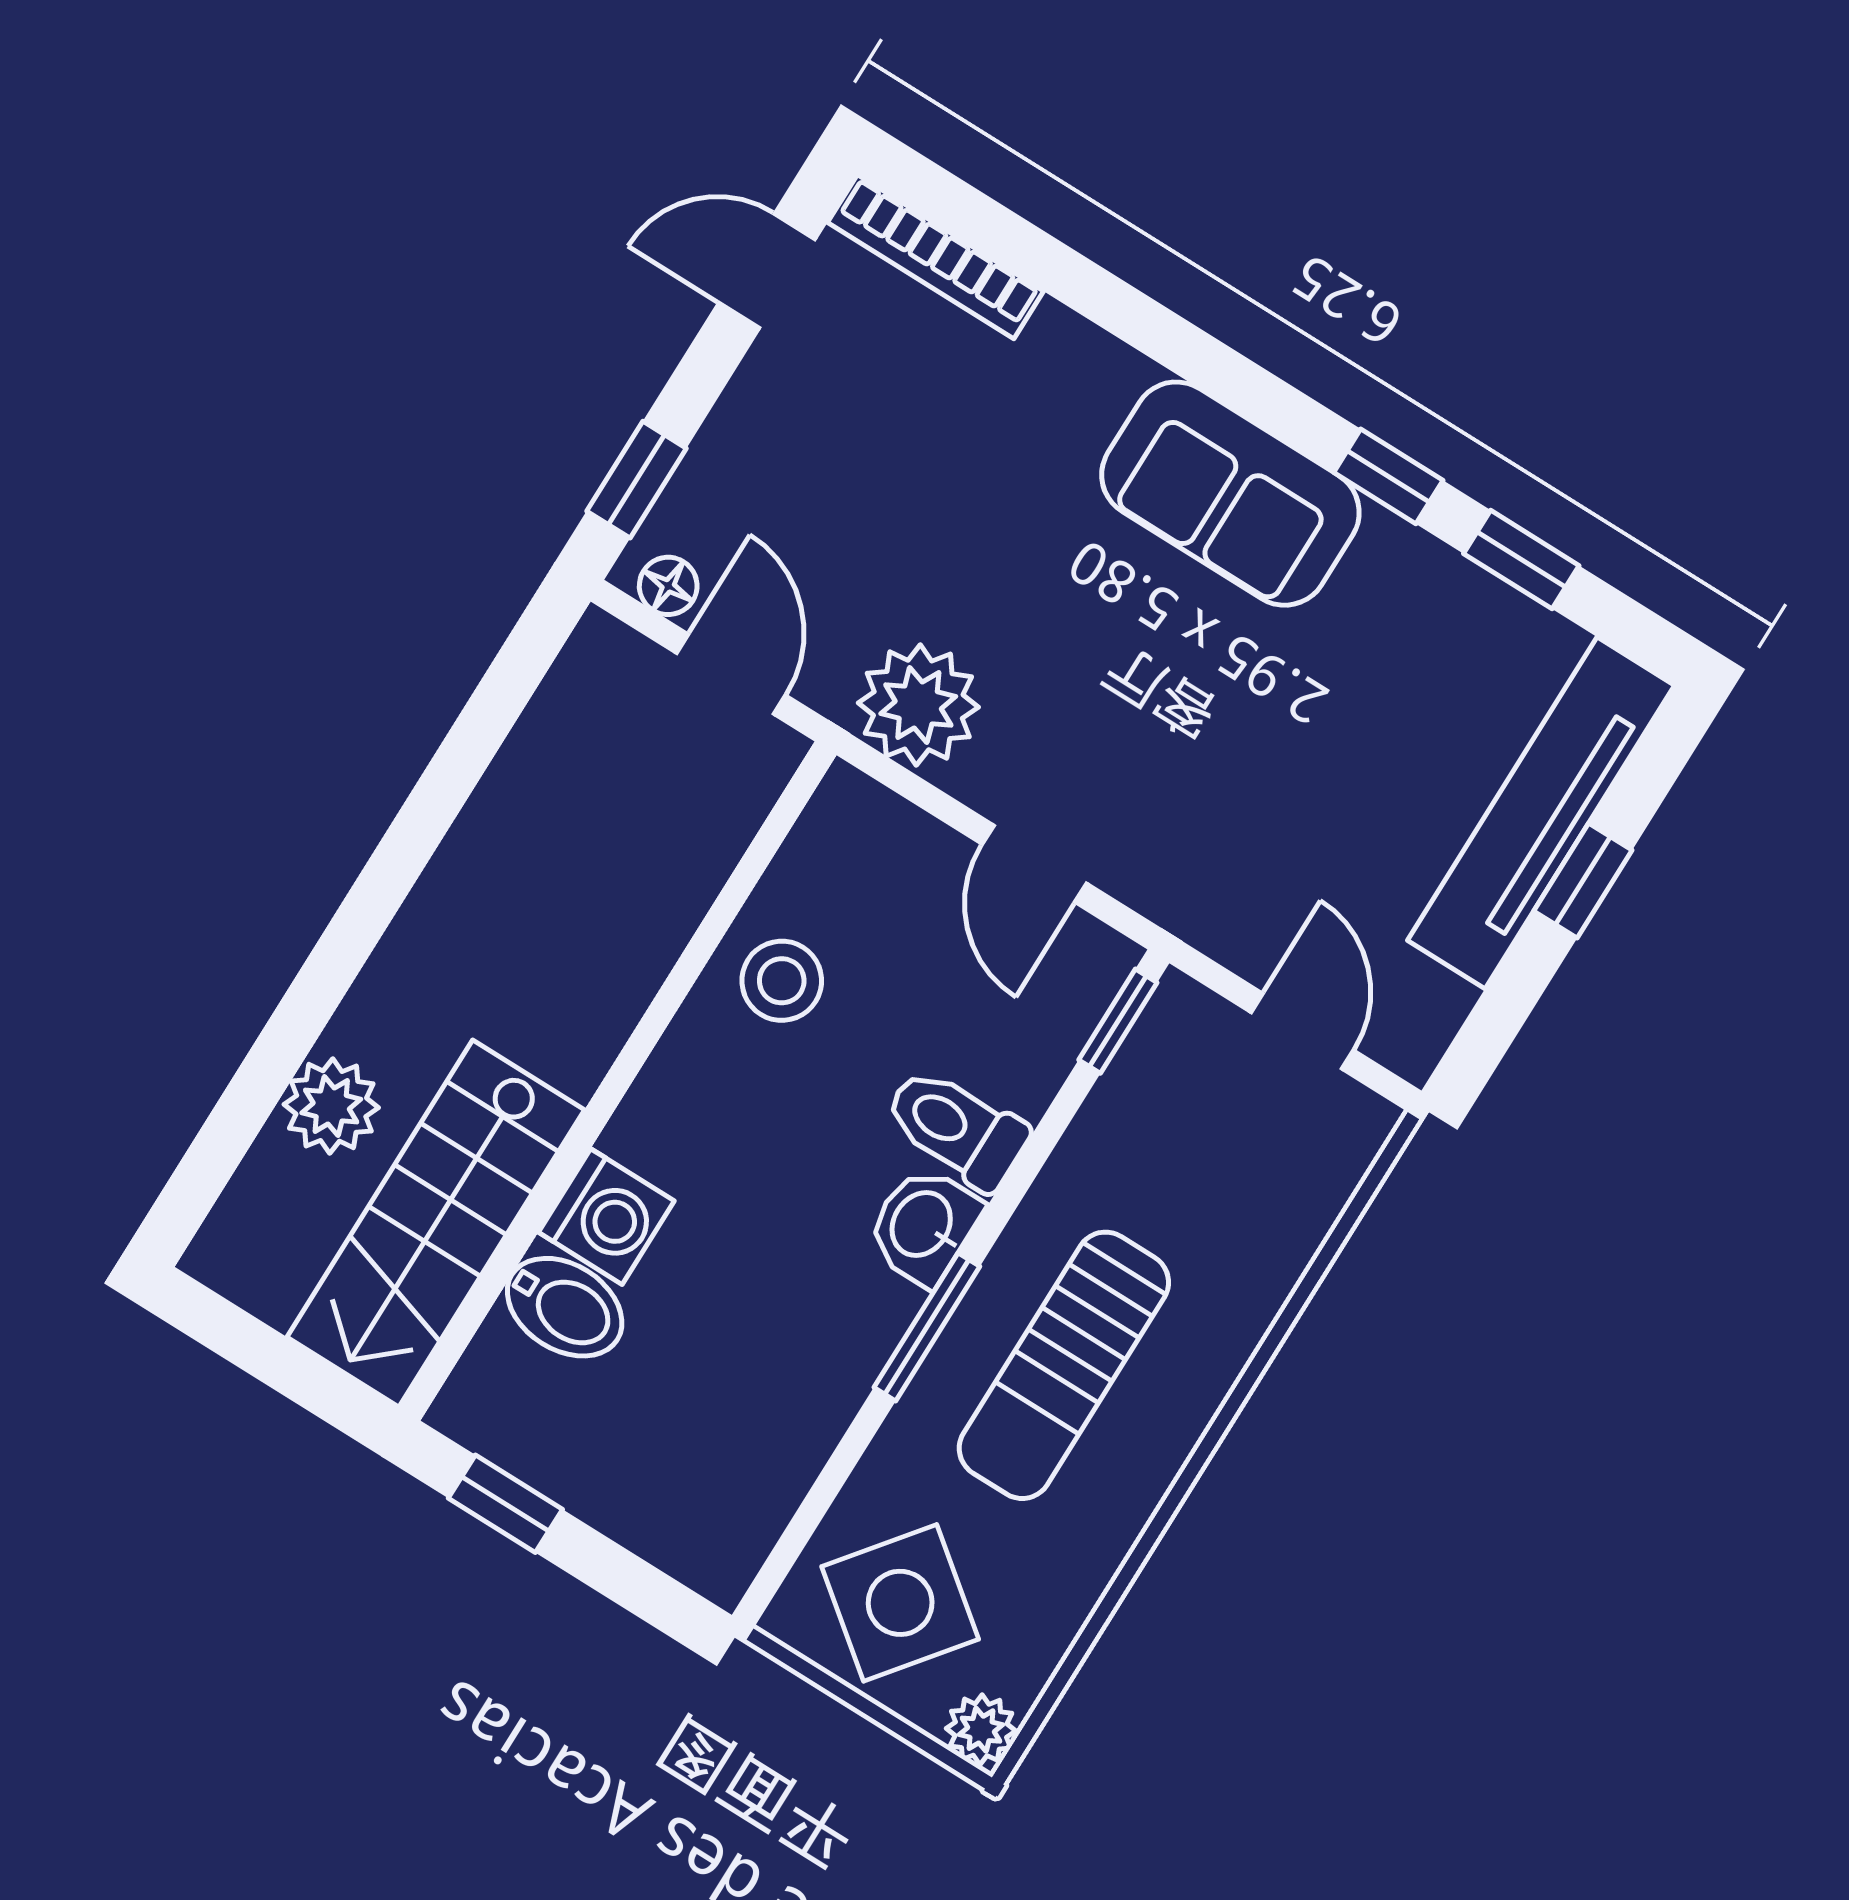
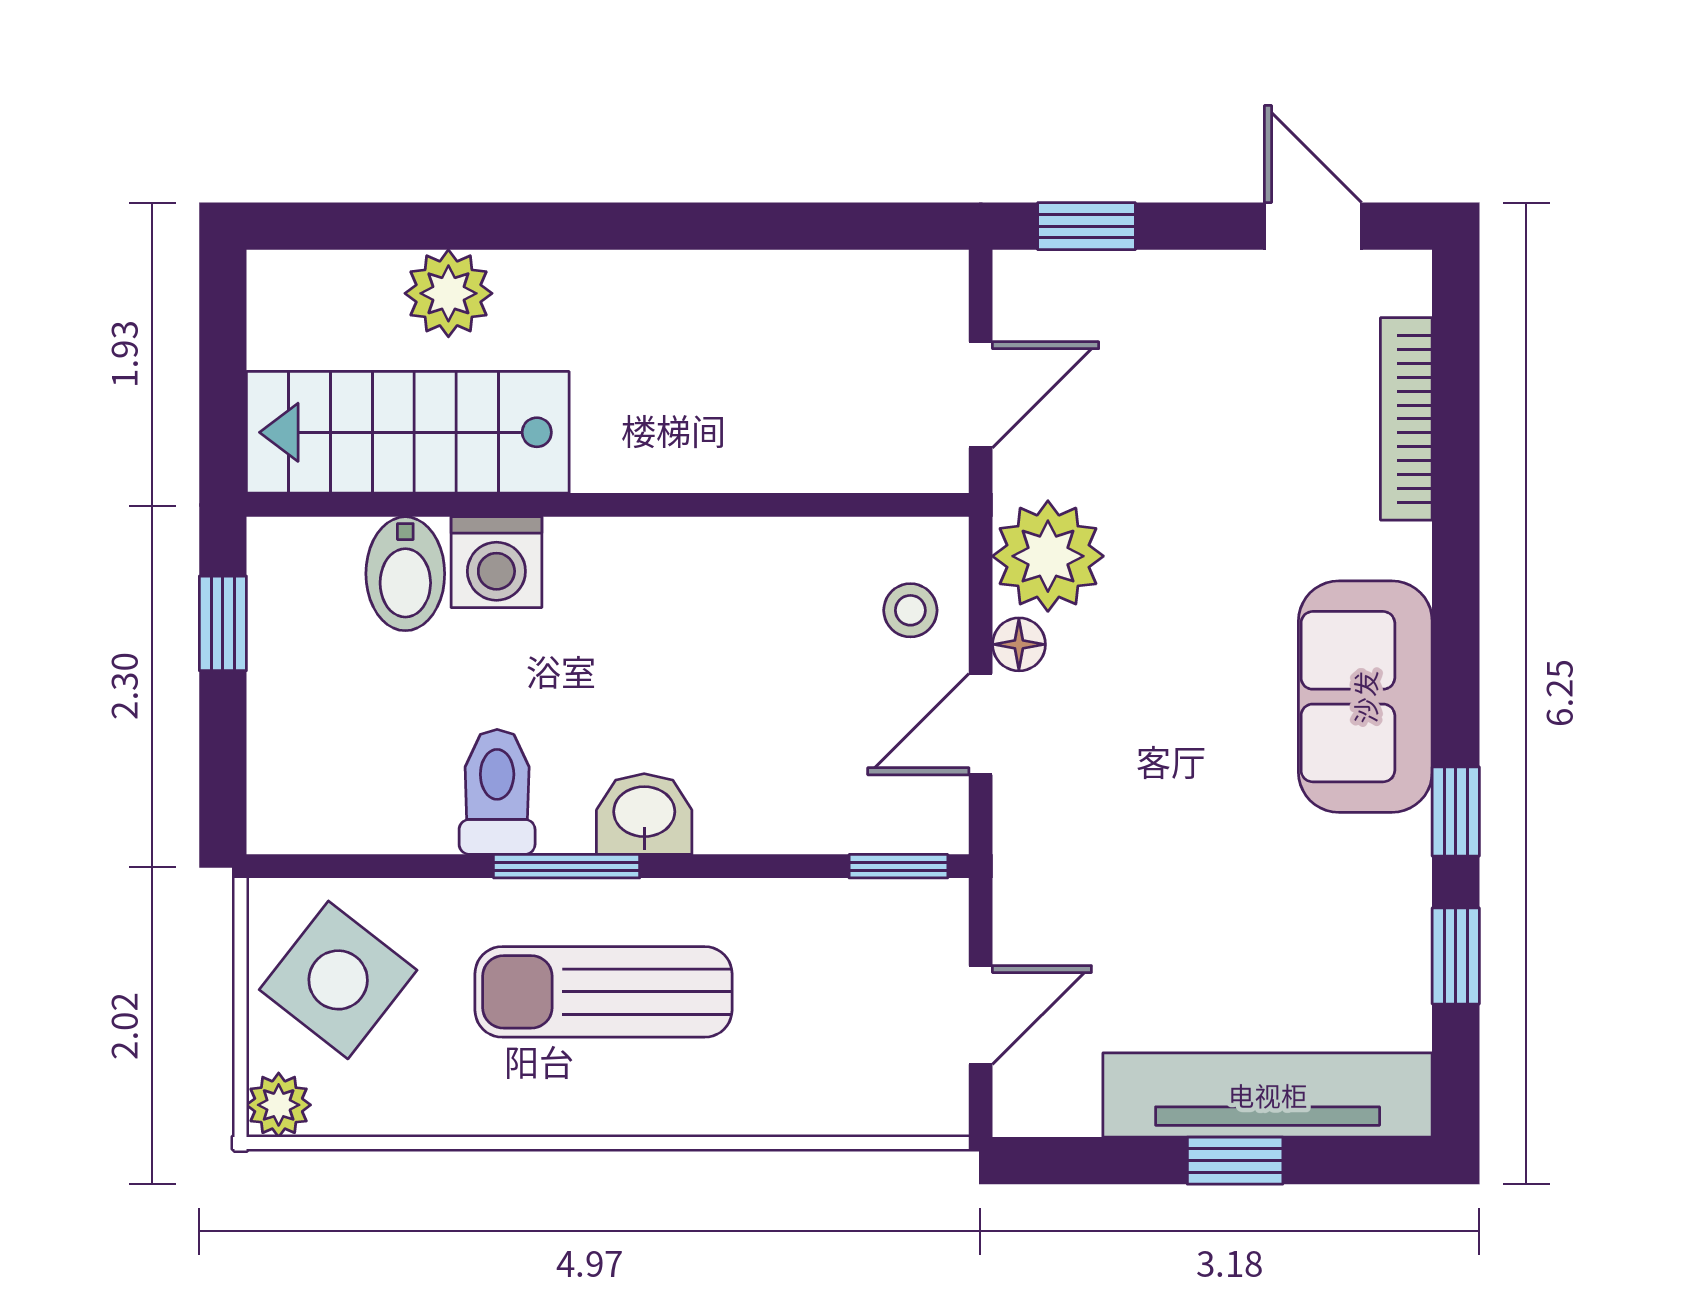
bookcase: (936, 257) -> (1406, 419), moved
floor lamp: (668, 586) -> (1019, 644), moved
stool: (782, 981) -> (910, 610), moved, width x0.73, depth x0.73
toilet: (956, 1128) -> (497, 792), moved

